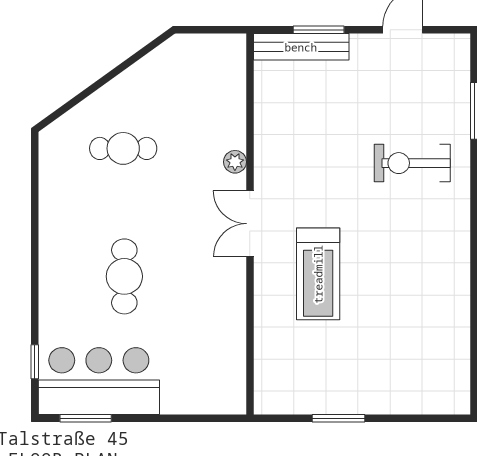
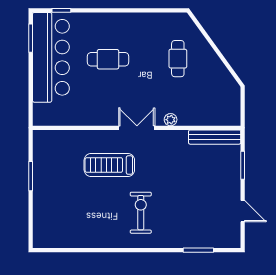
bench: (301, 47) -> (215, 137), moved, turned 90
exercise bike: (412, 163) -> (141, 213), moved
bar counter: (99, 381) -> (51, 57), width x1.36

